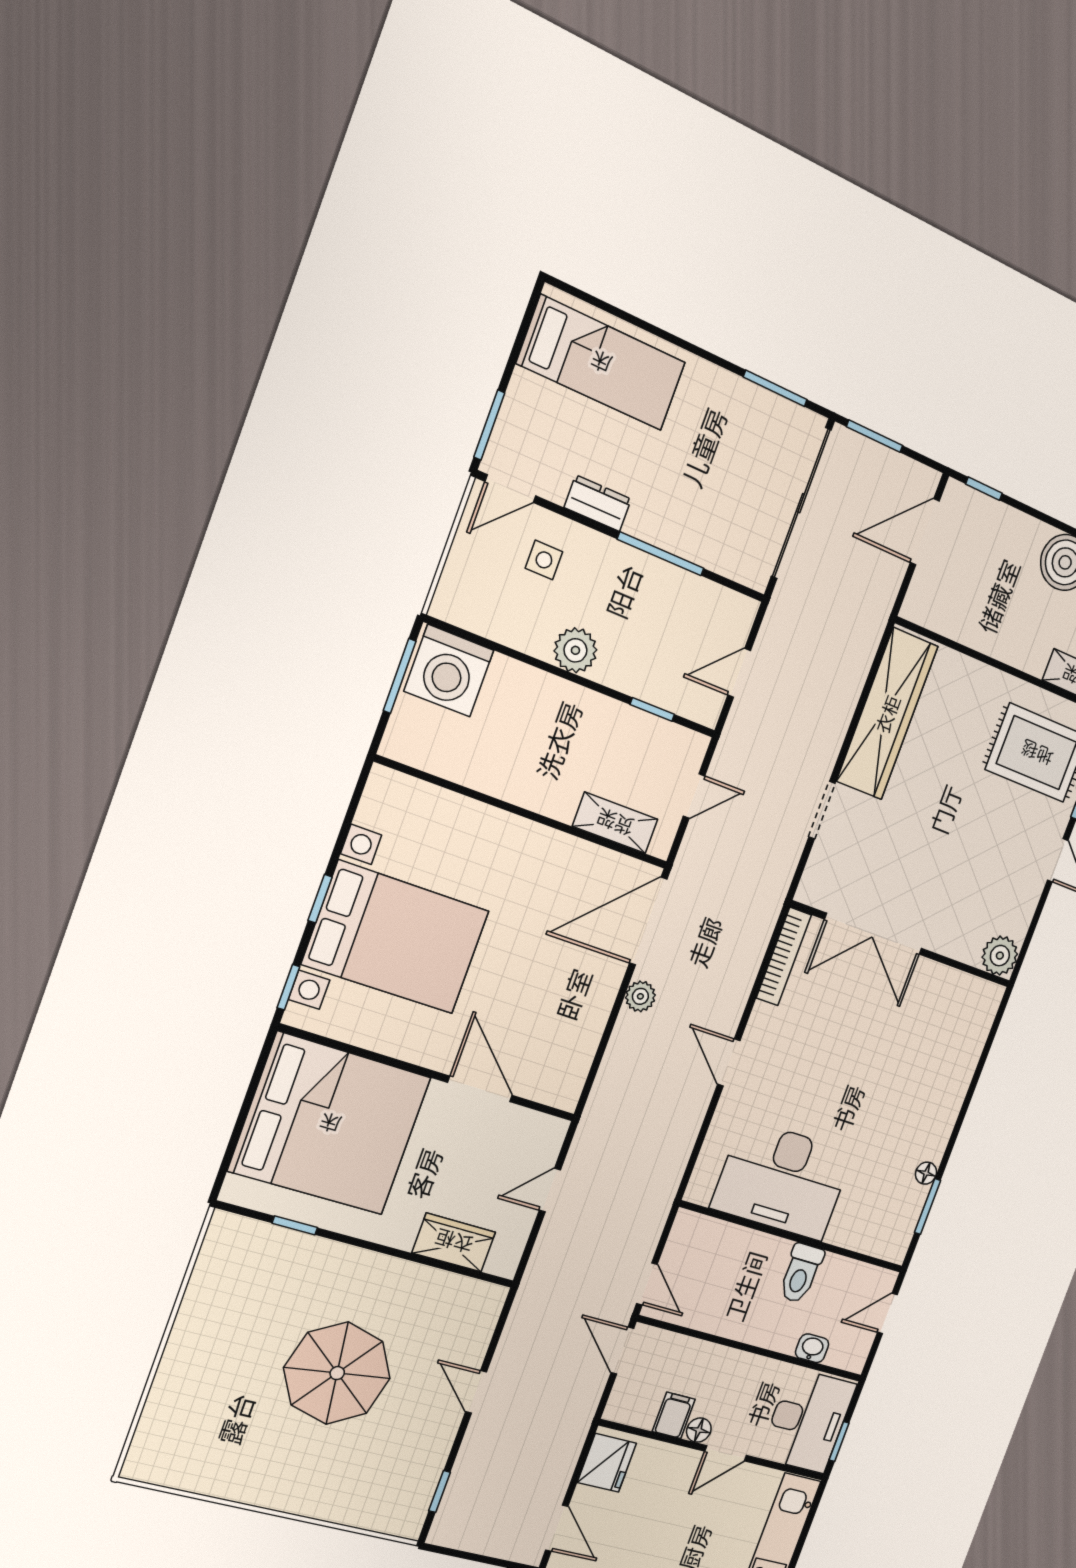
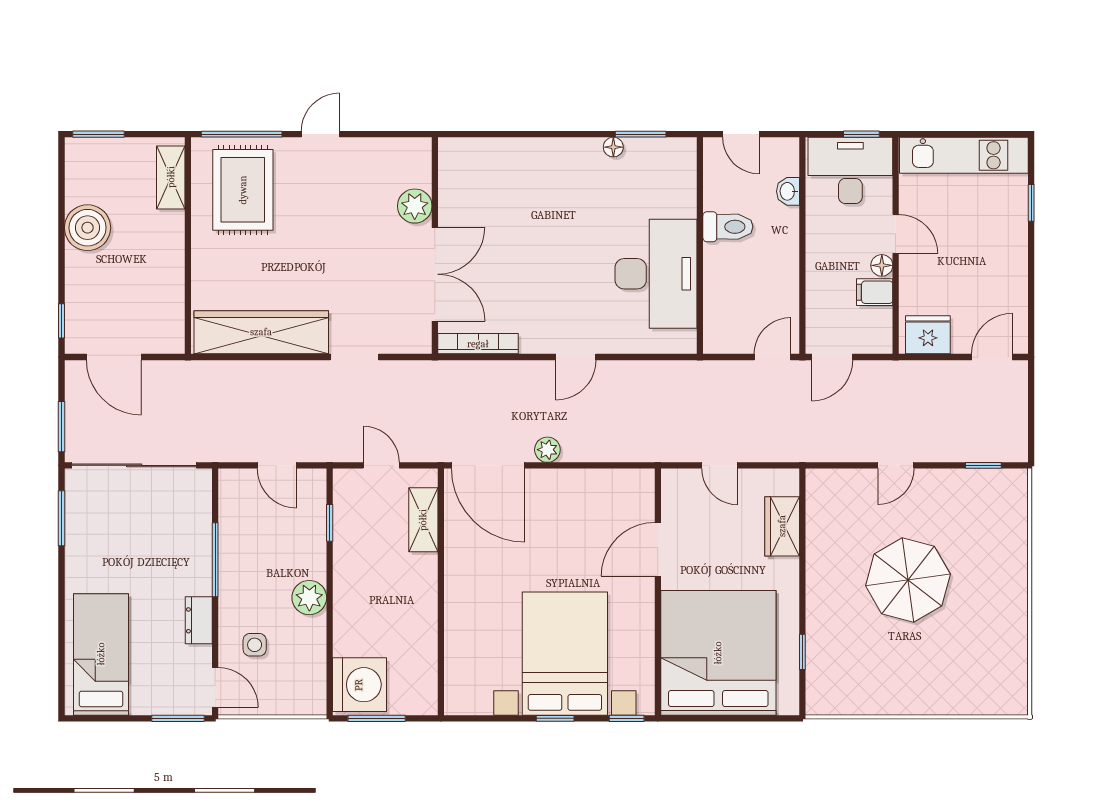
plant: (1000, 956) -> (415, 206), moved

